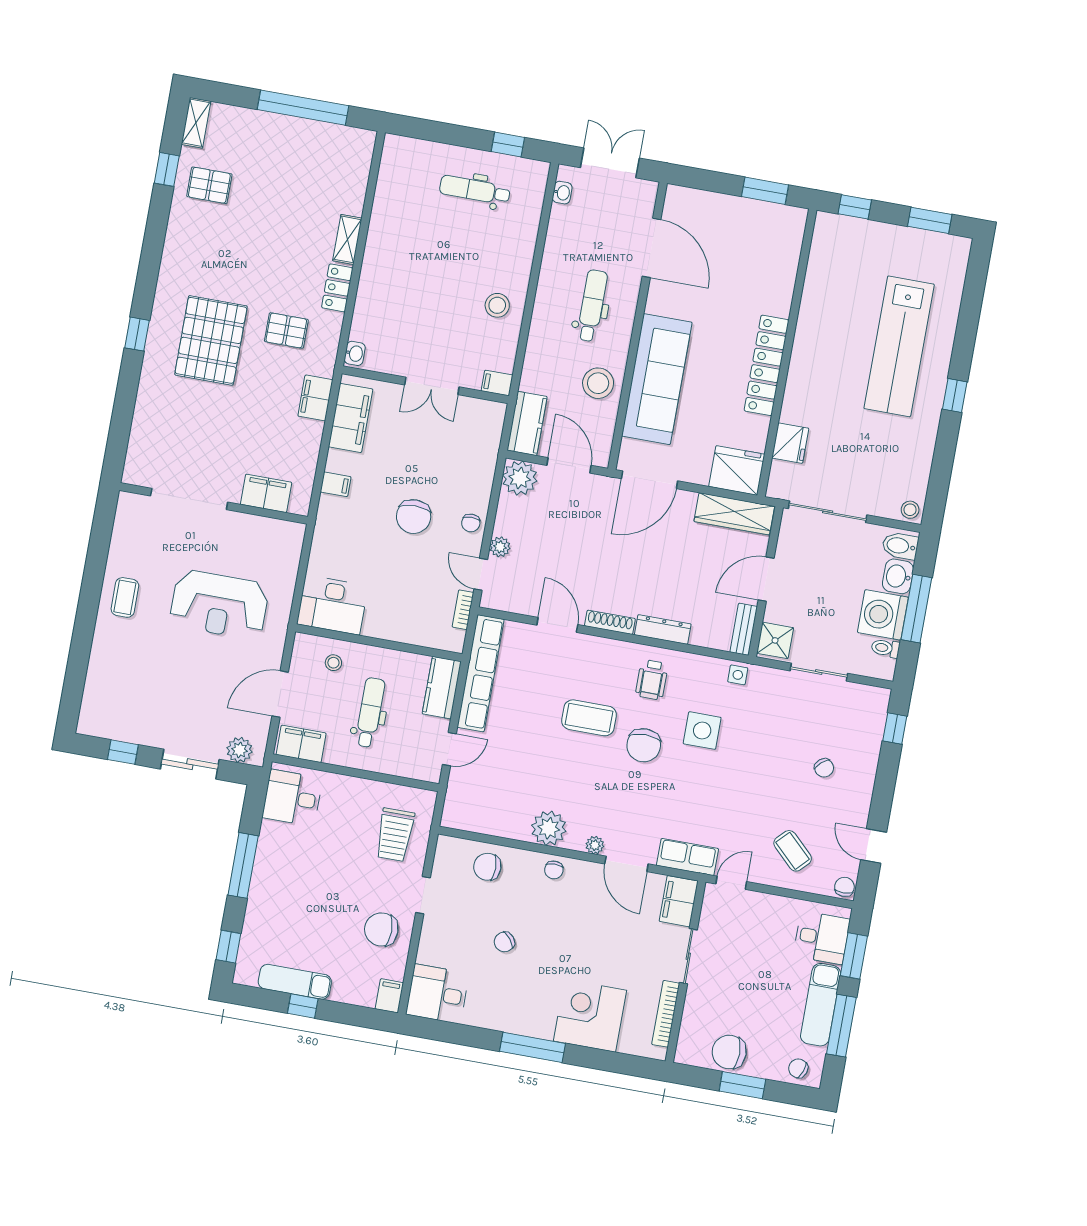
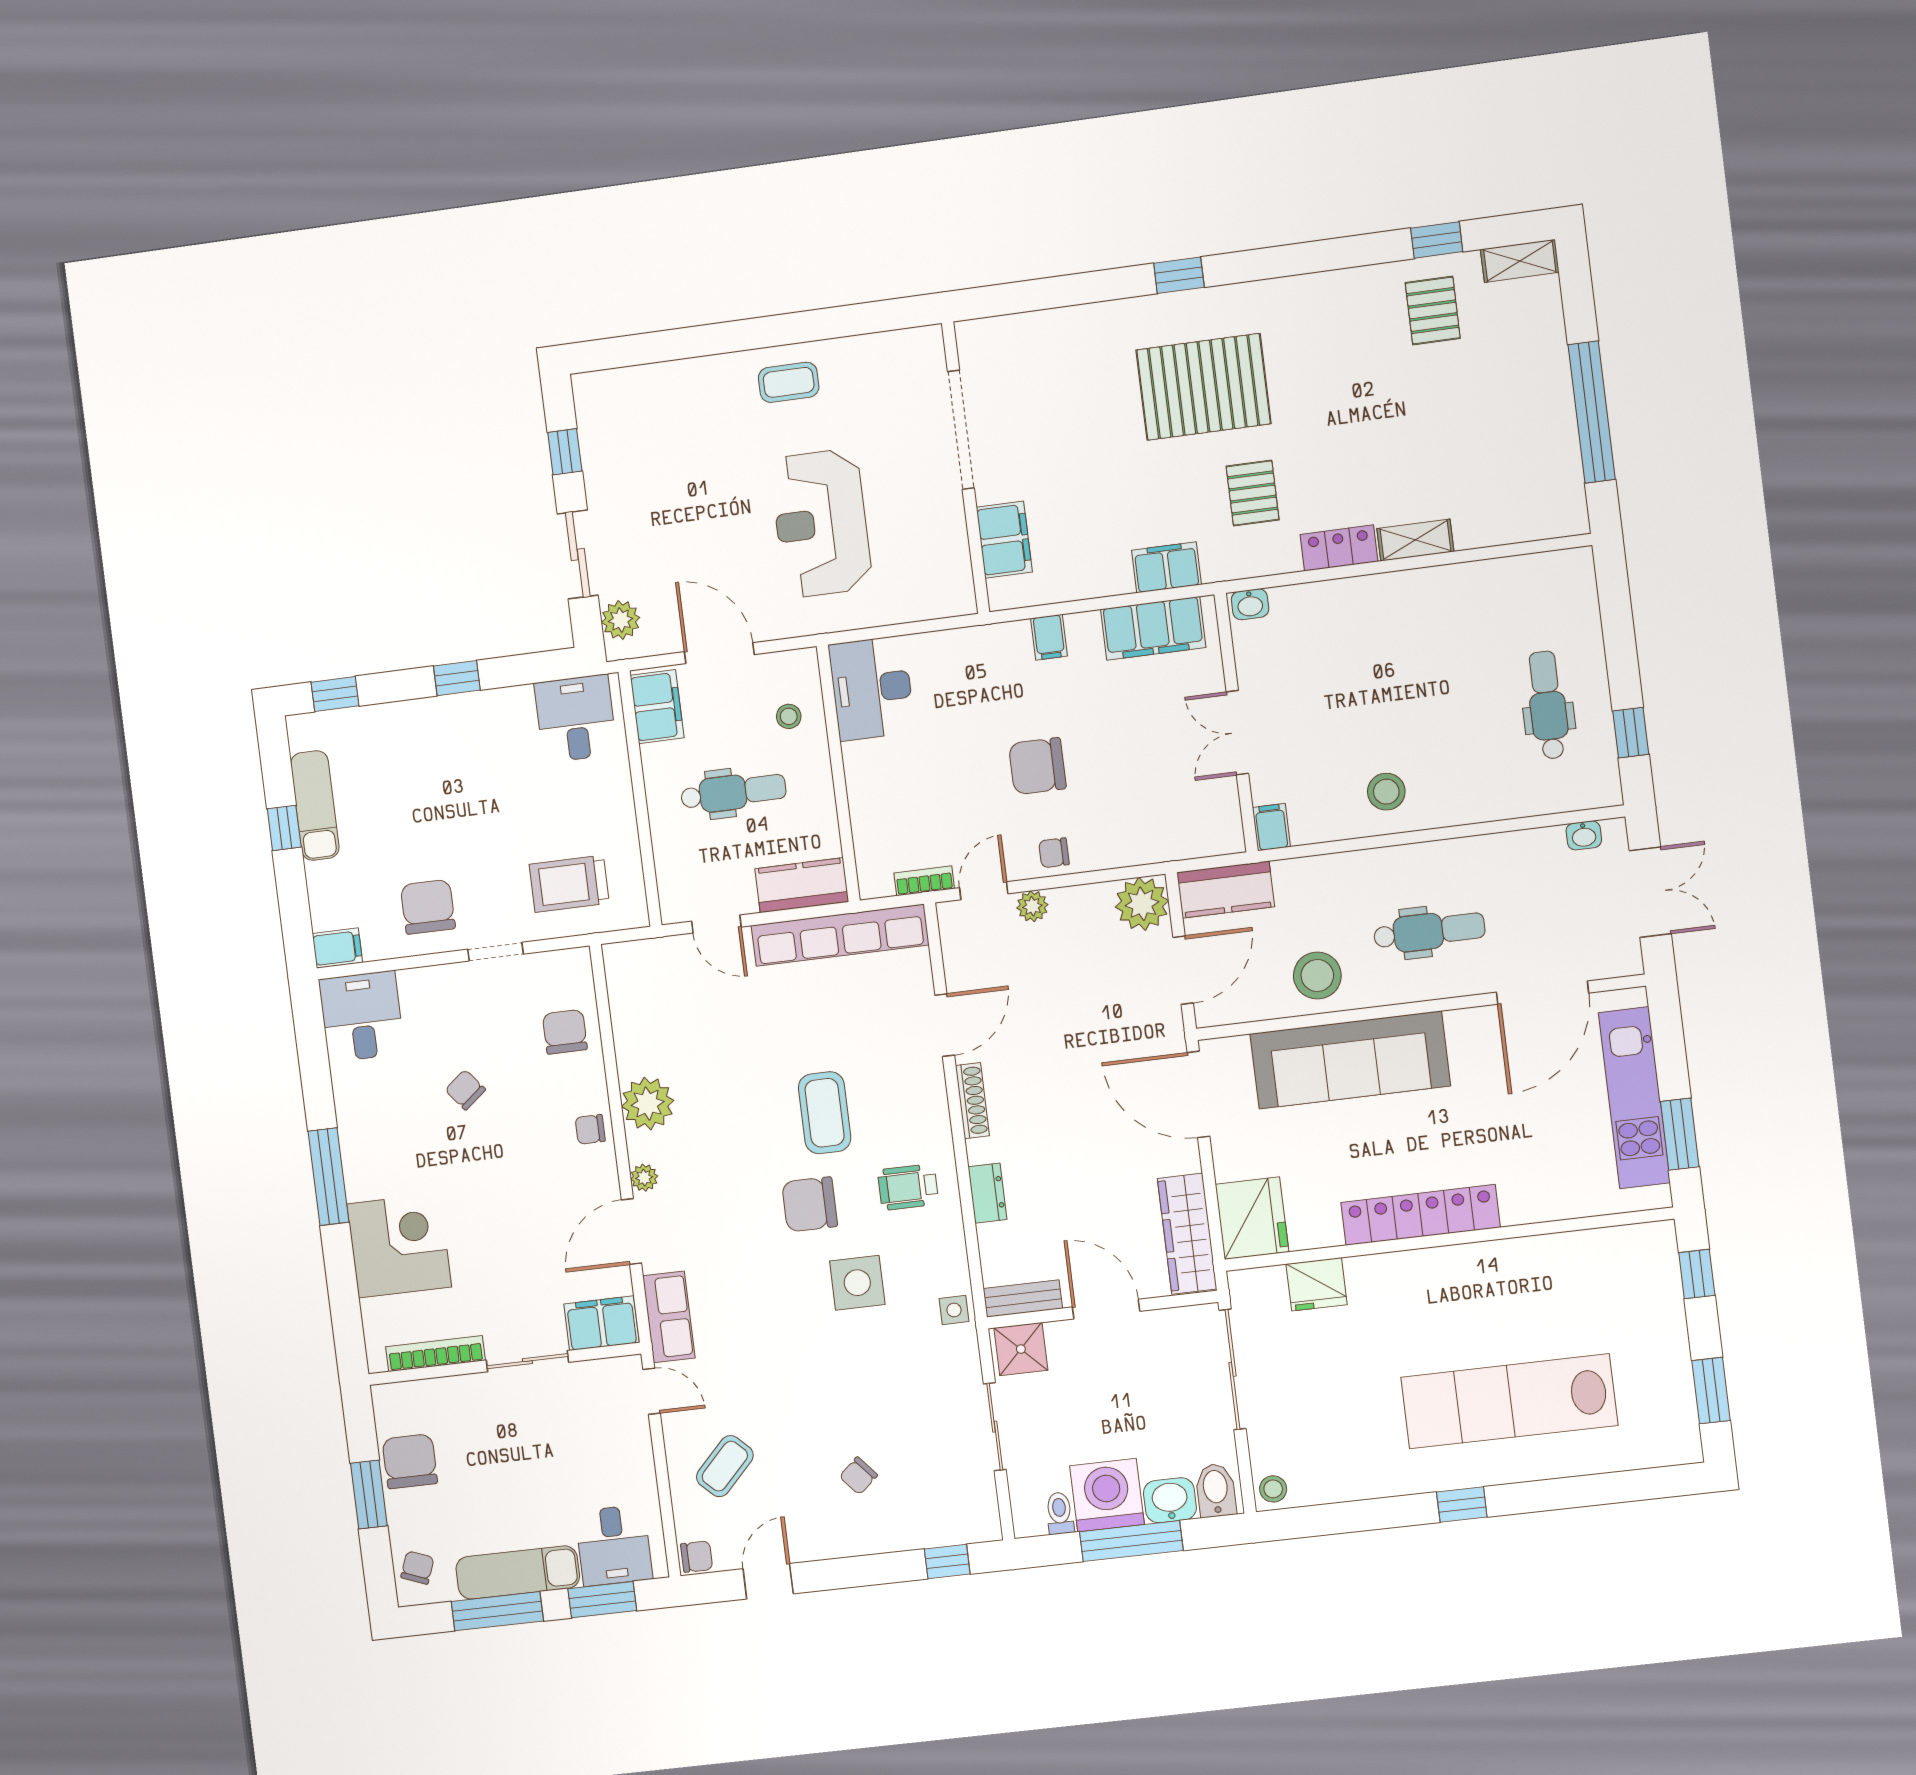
kitchen unit: (734, 212) -> (1634, 1098), added
dresser: (663, 629) -> (987, 1193), width x0.70
window: (243, 865) -> (457, 678), width x0.46

